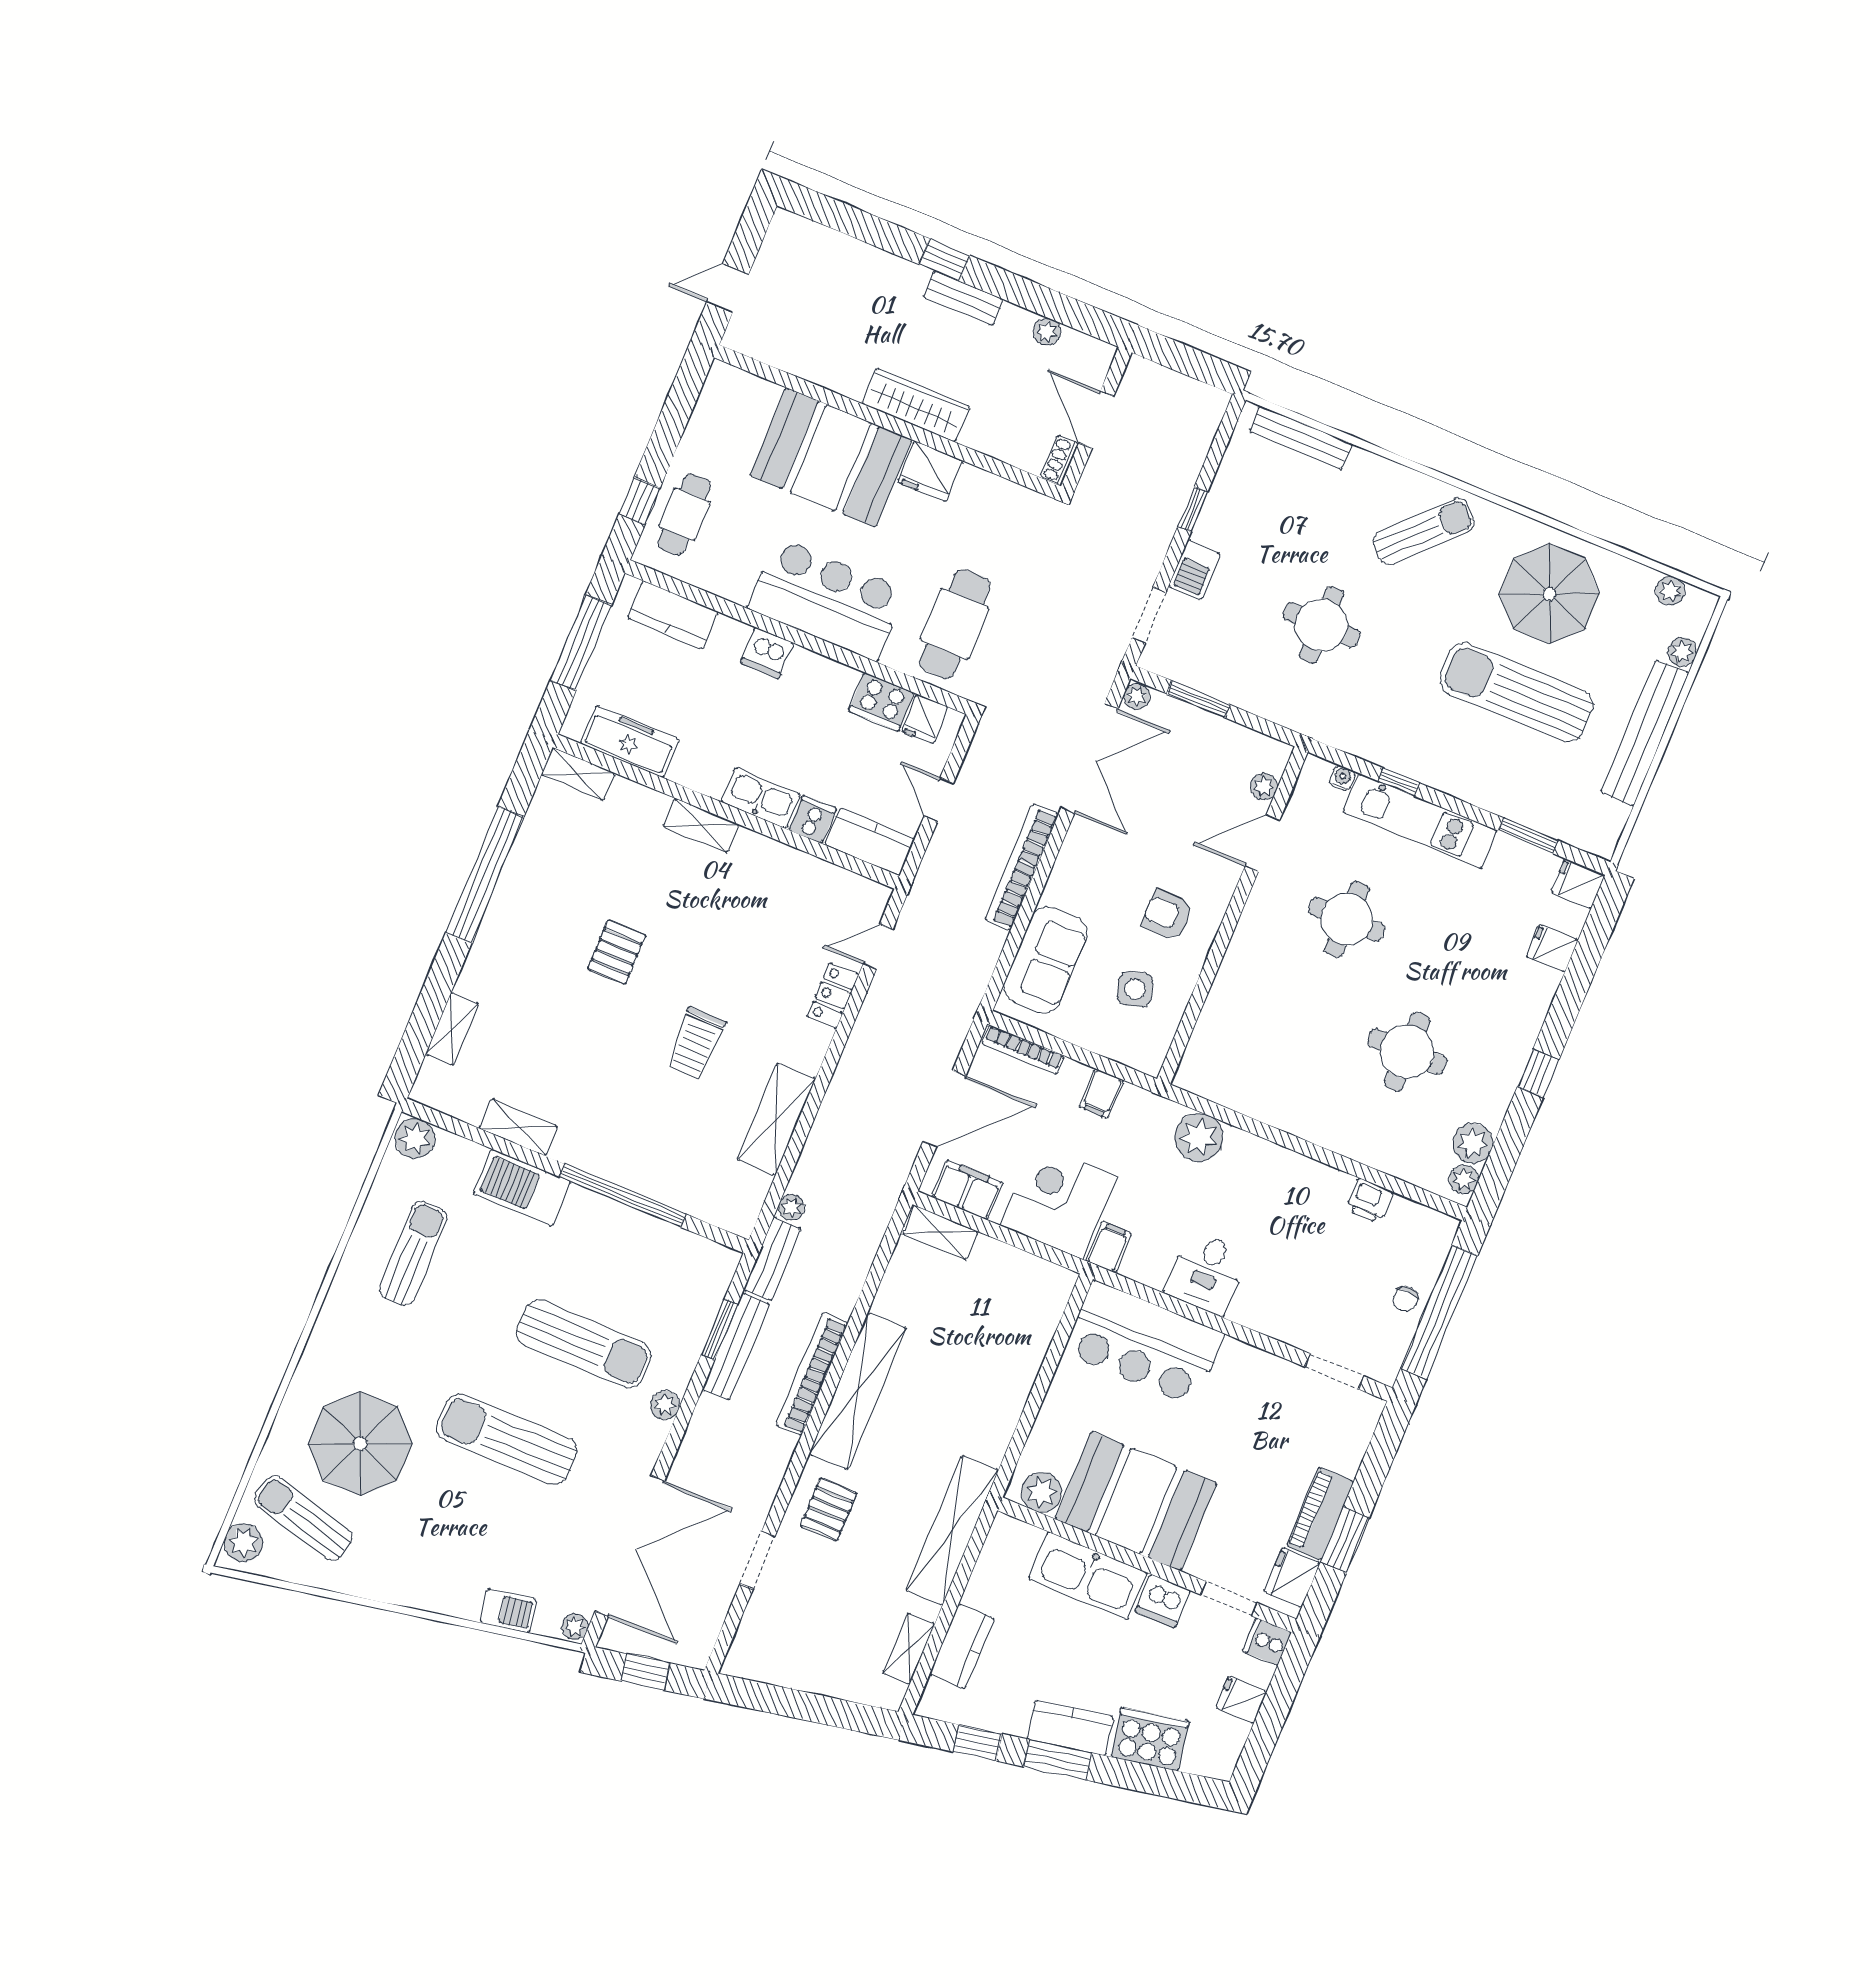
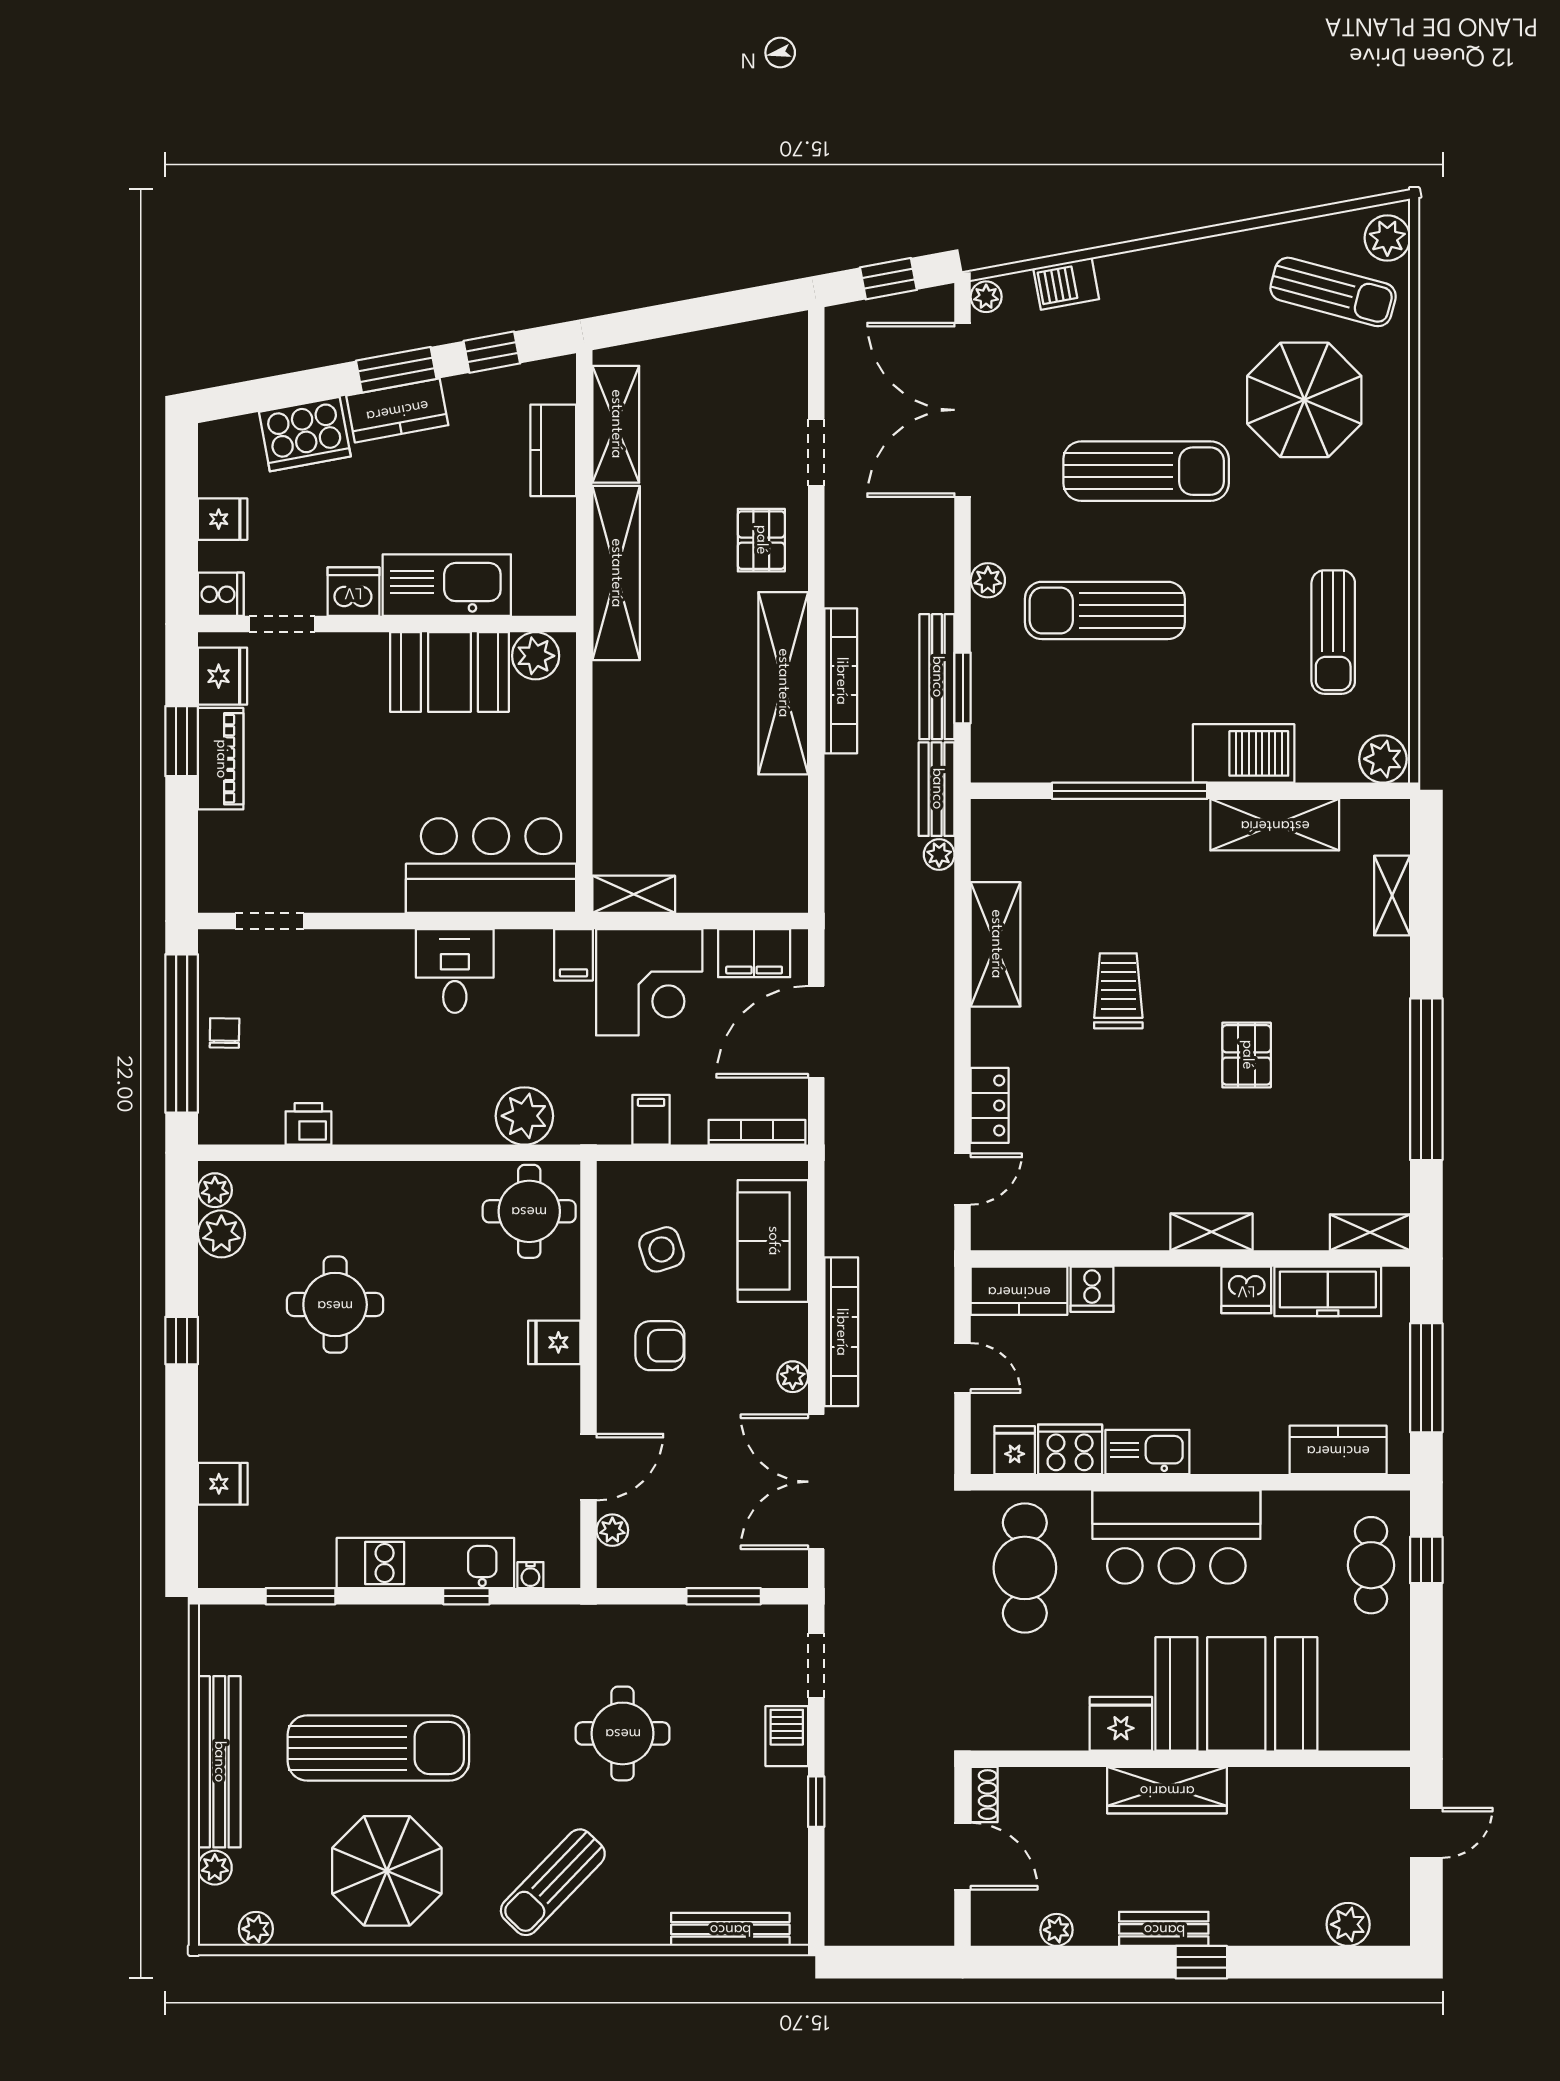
plant: (818, 242) -> (1348, 1924), added
dishwasher: (767, 653) -> (1246, 1290), moved, turned 180
plant: (1137, 696) -> (793, 1377), moved
kitchen sink: (761, 798) -> (1147, 1452), moved, turned 180
fridge: (1578, 884) -> (554, 1342), moved, turned 180
round table: (1347, 919) -> (529, 1211), moved
shelving: (518, 1127) -> (1275, 825), width x1.50, depth x1.33
shelving: (940, 1233) -> (634, 894), moved
booth: (1136, 1501) -> (449, 672), width x0.73, depth x0.70
shelving: (909, 1648) -> (616, 424), width x1.50, depth x1.33

